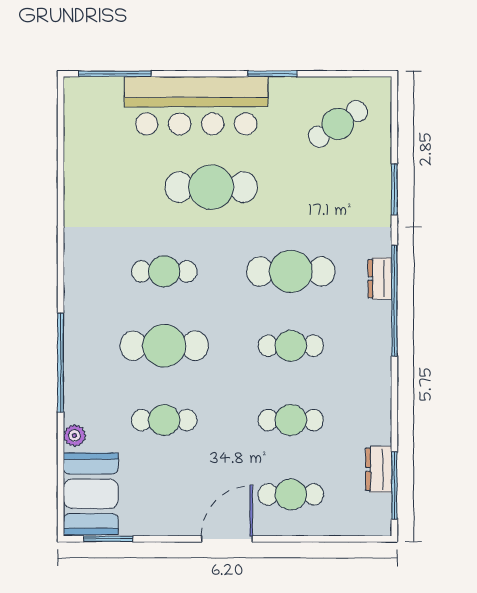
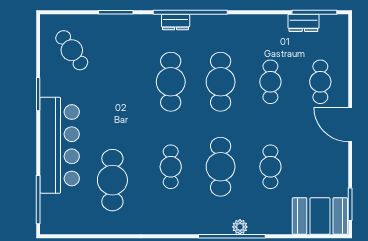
cafe table: (211, 187) -> (112, 180), moved
cafe table: (291, 346) -> (221, 82), width x1.37, depth x1.35
plant: (75, 436) -> (240, 227), moved

